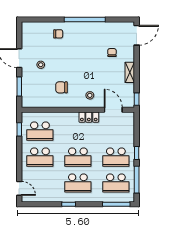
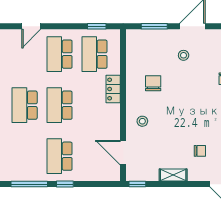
door: (113, 110) -> (123, 153), swing flipped
locker: (89, 117) -> (113, 89), moved
school desk: (116, 183) -> (25, 156), removed
door: (19, 188) -> (31, 26), moved

